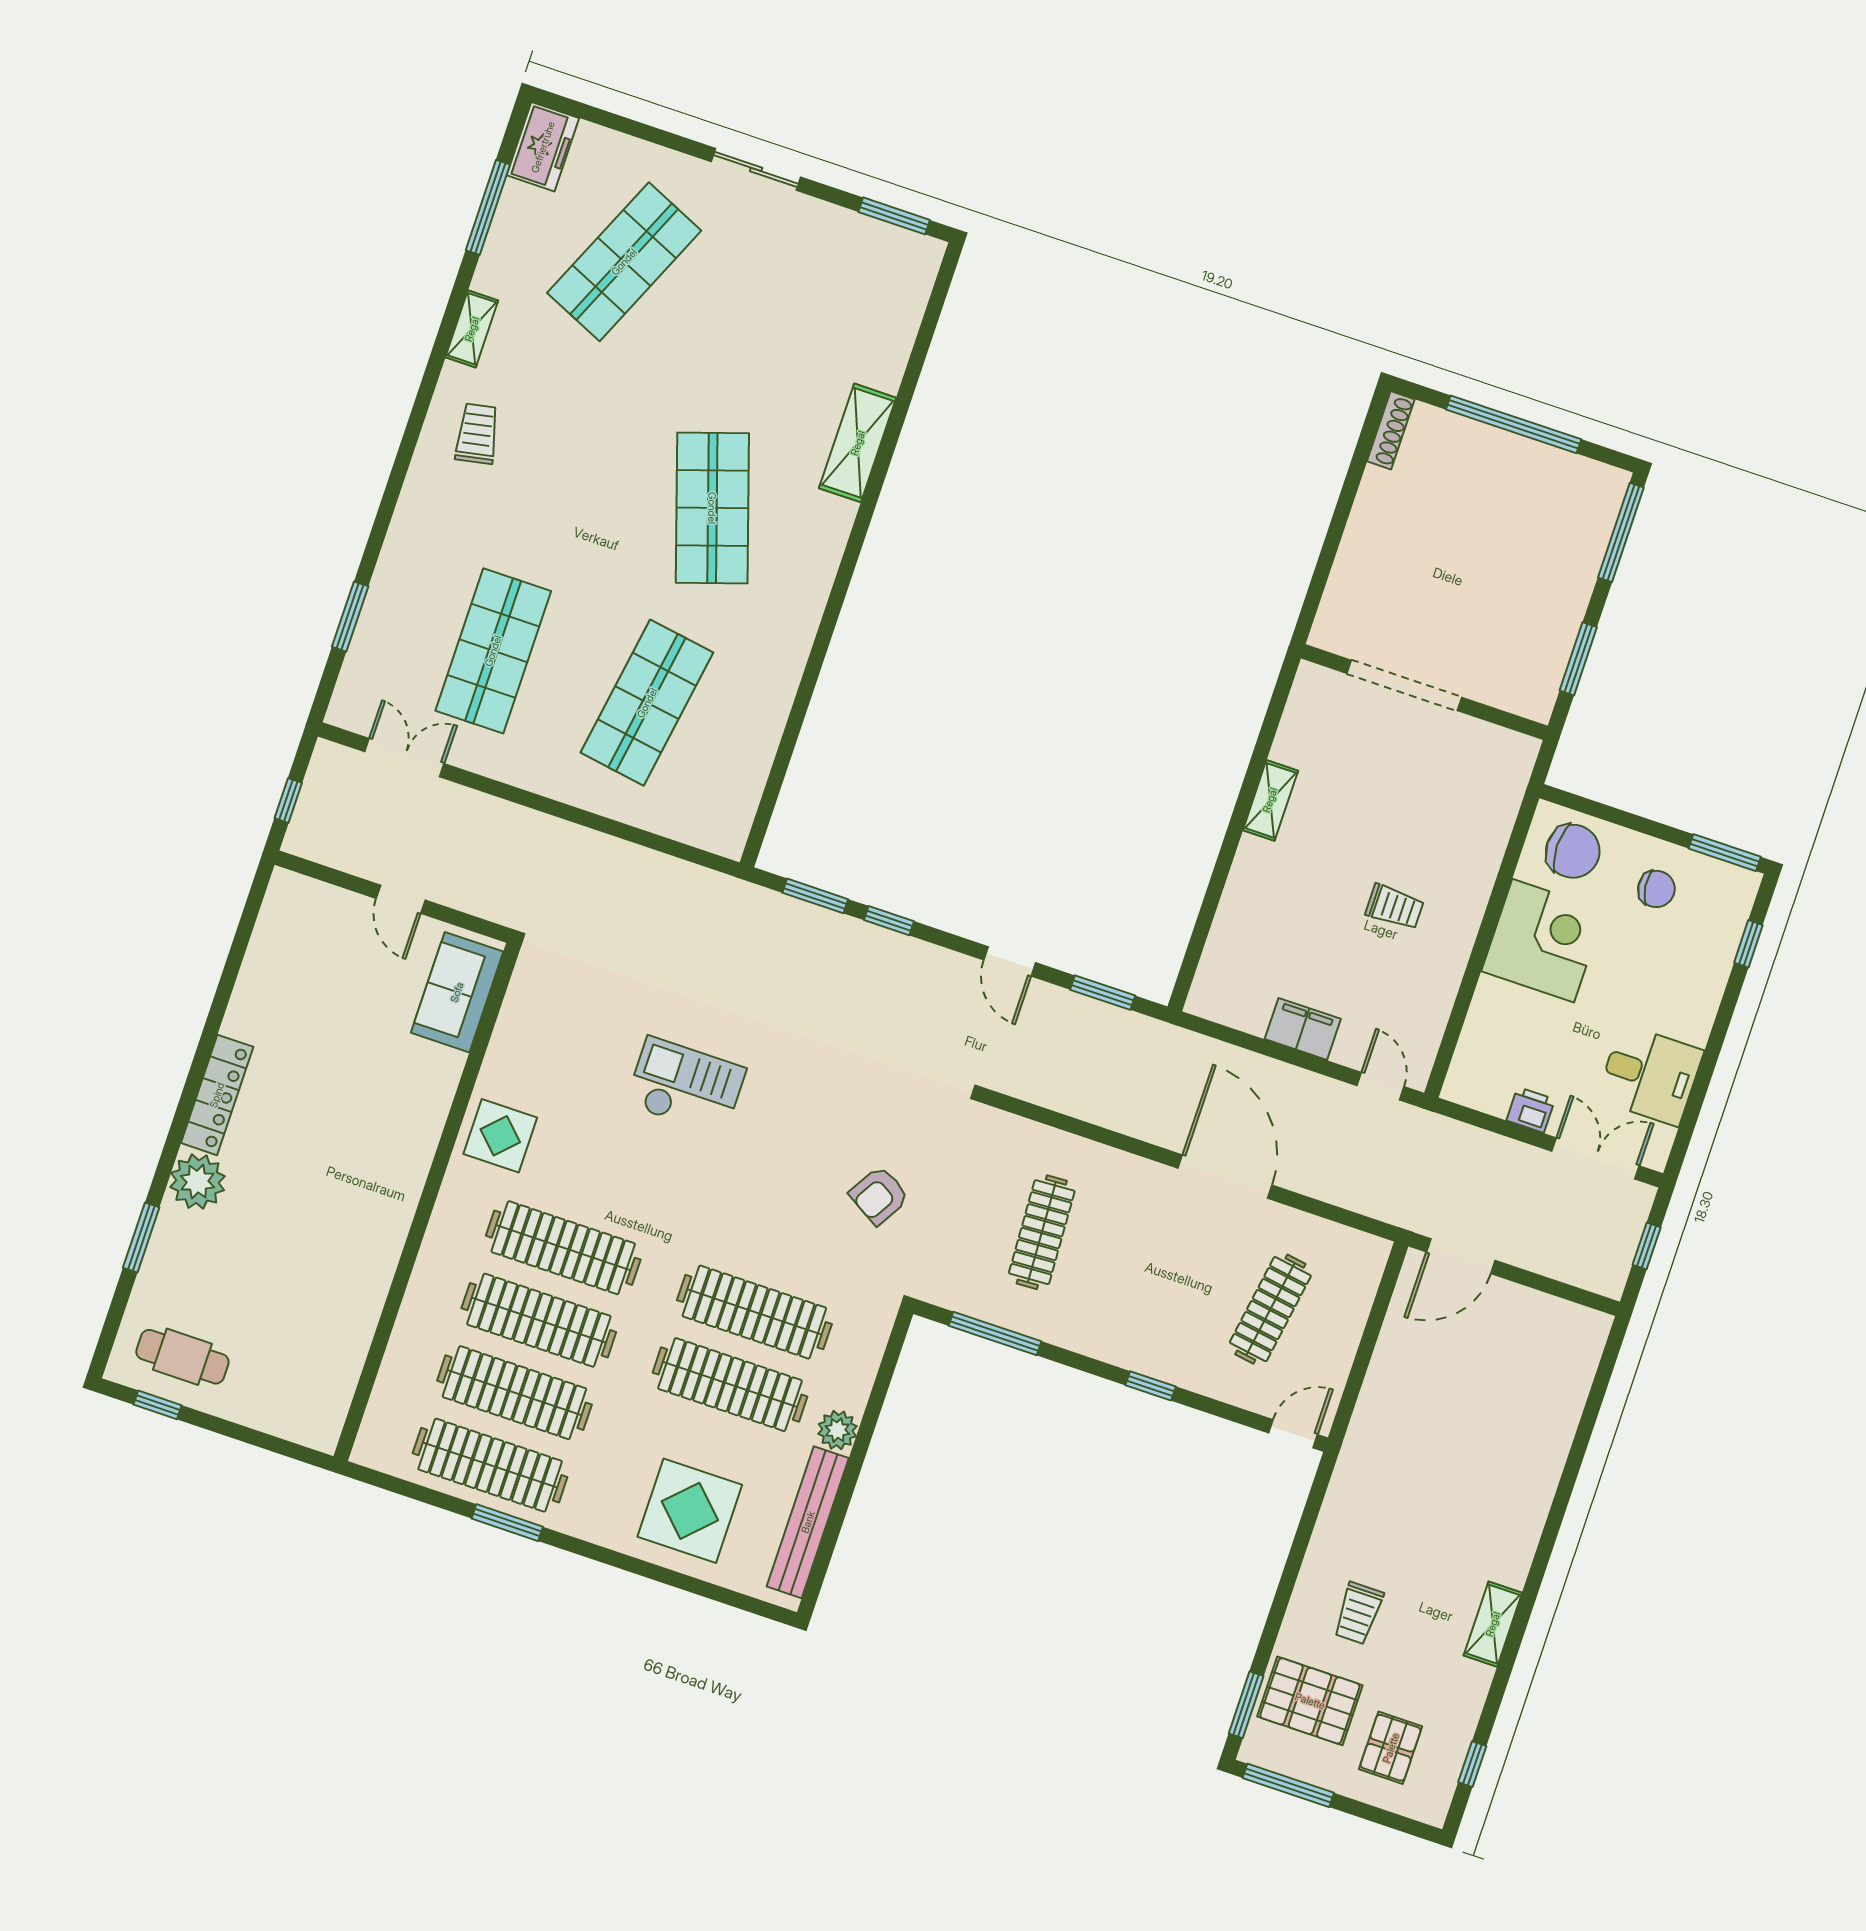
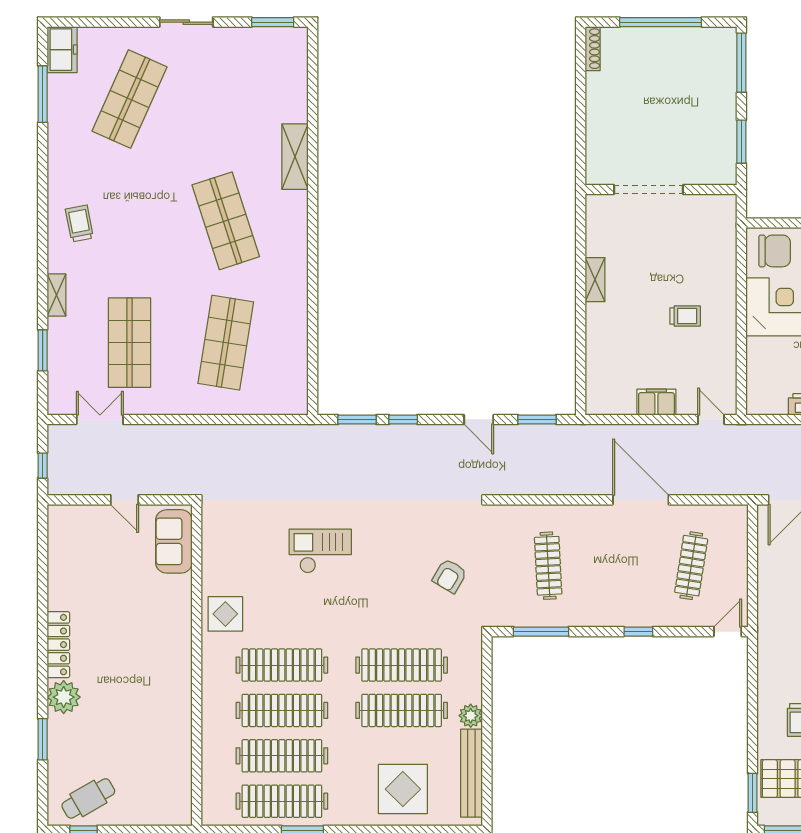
shelving: (472, 329) -> (57, 295), moved
cafe table: (182, 1357) -> (88, 798), turned -30

